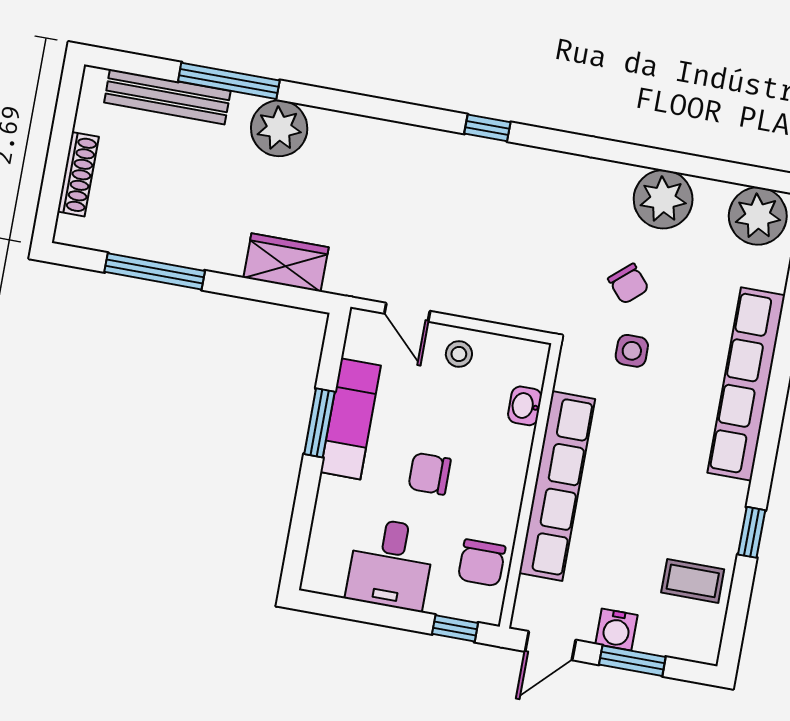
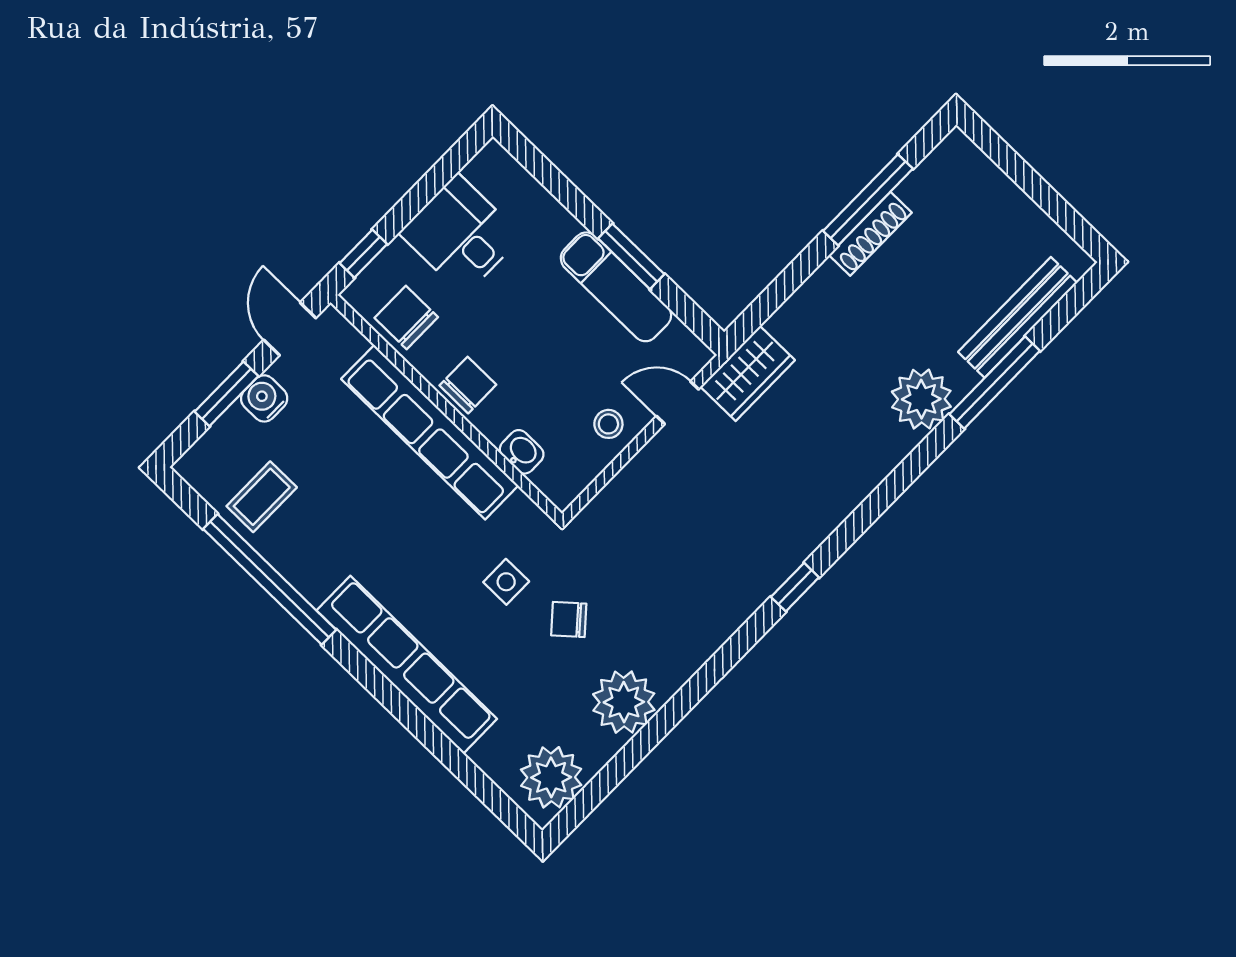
shoe rack: (78, 174) -> (870, 234), moved, turned -90
wardrobe: (286, 262) -> (748, 373), moved
chair: (430, 474) -> (468, 385), moved
window: (752, 532) -> (270, 579), width x3.17

